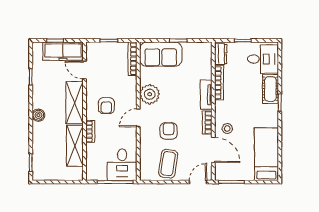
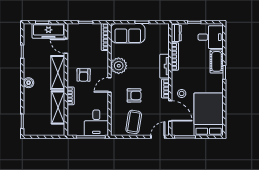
armchair: (169, 131) -> (134, 95), turned 90
bed: (266, 154) -> (209, 114), width x1.50

